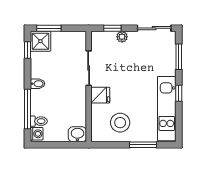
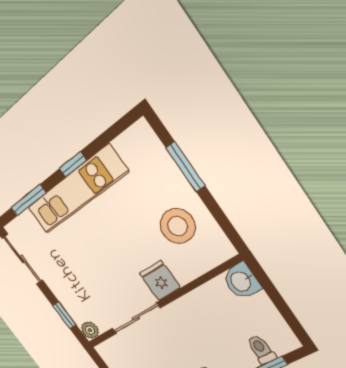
plant: (122, 37) -> (90, 330), moved
kitchen unit: (167, 109) -> (77, 190), moved
washing machine: (37, 134) -> (283, 343), removed

